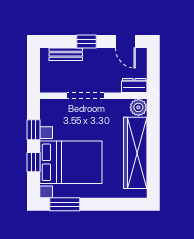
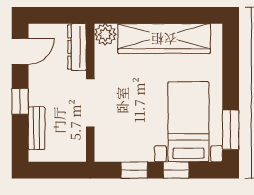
dresser: (134, 86) -> (77, 47), width x1.44
bed with nightstands: (71, 162) -> (188, 122), width x0.73

